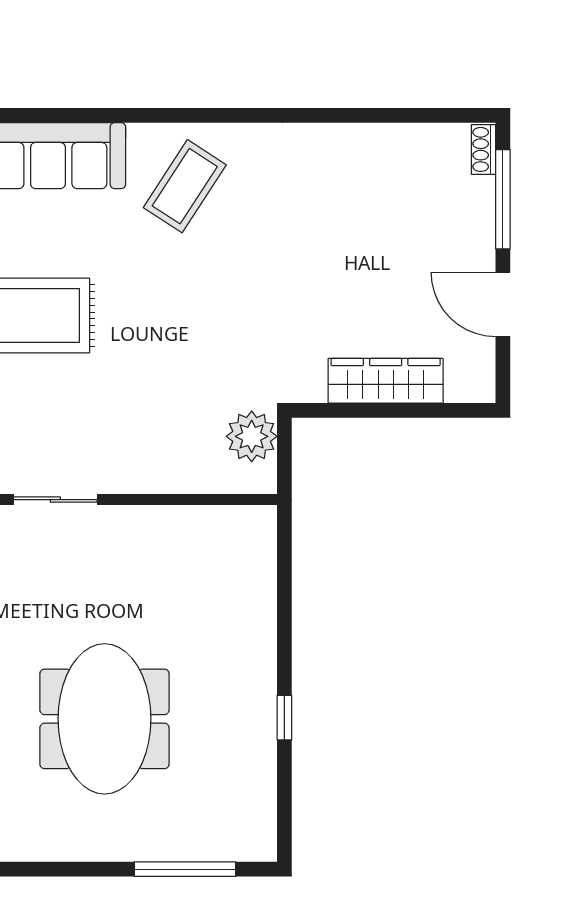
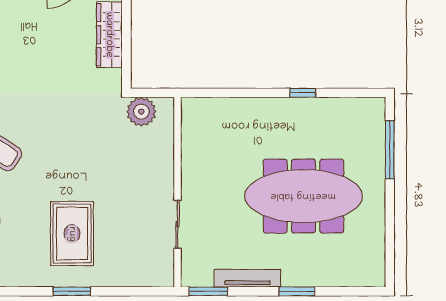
meeting table: (104, 719) -> (303, 196), width x1.36

